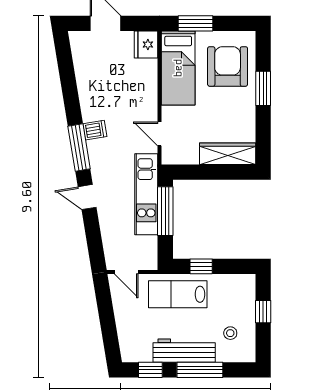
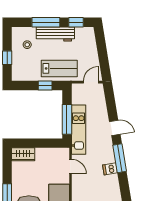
wardrobe: (228, 154) -> (23, 154), width x0.67
door: (126, 272) -> (91, 82), hinge flipped

